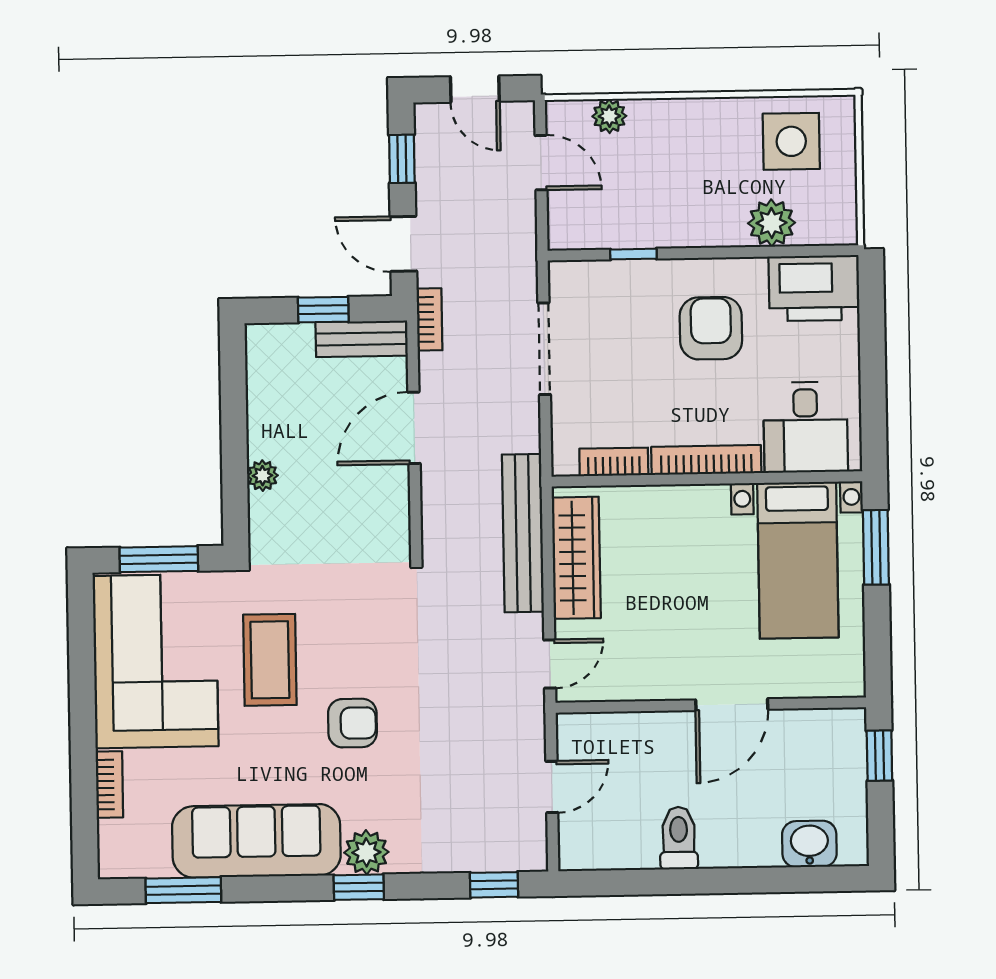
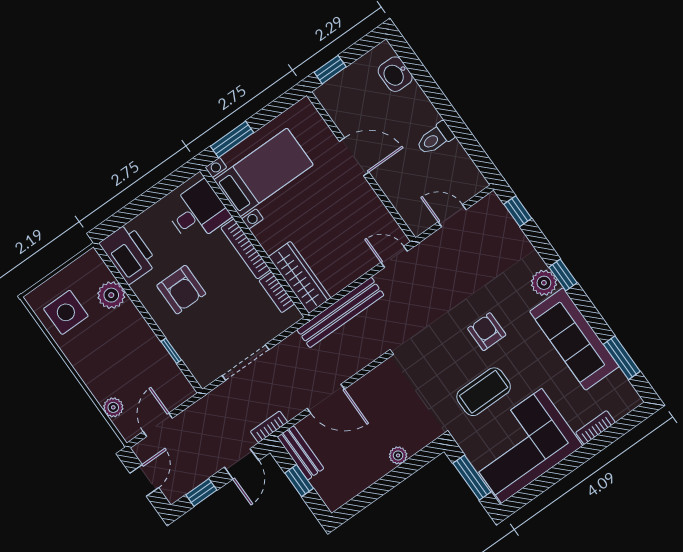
armchair: (711, 328) -> (181, 290), turned -90
wardrobe: (576, 558) -> (300, 277), moved, turned 90

